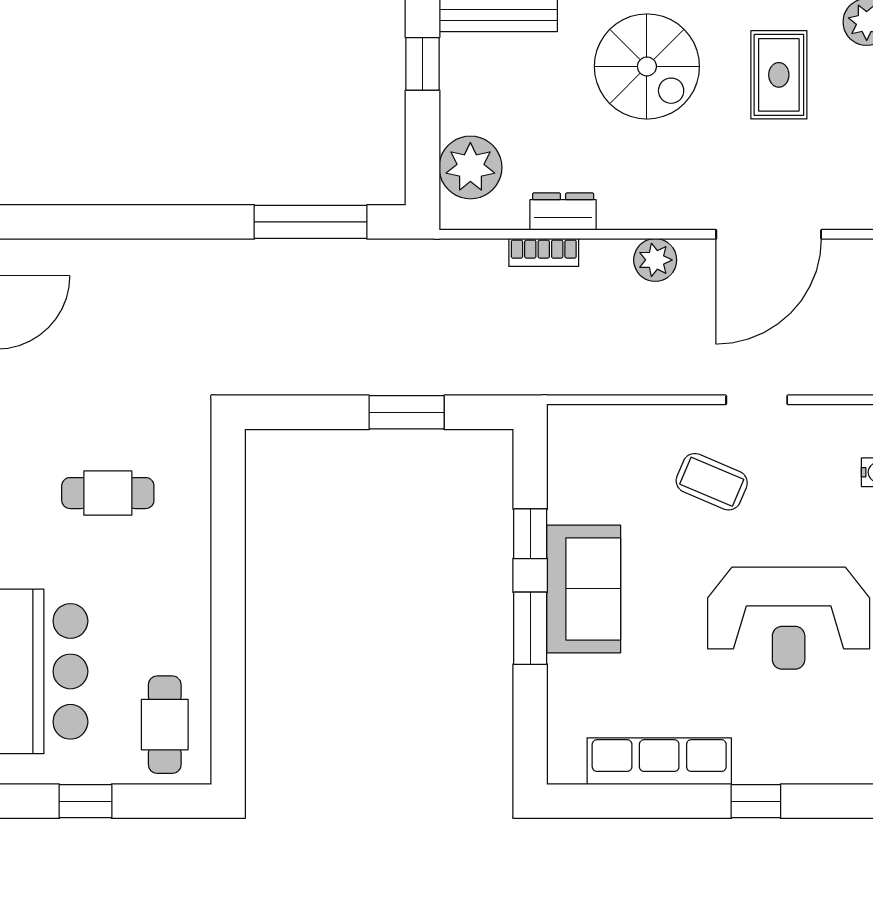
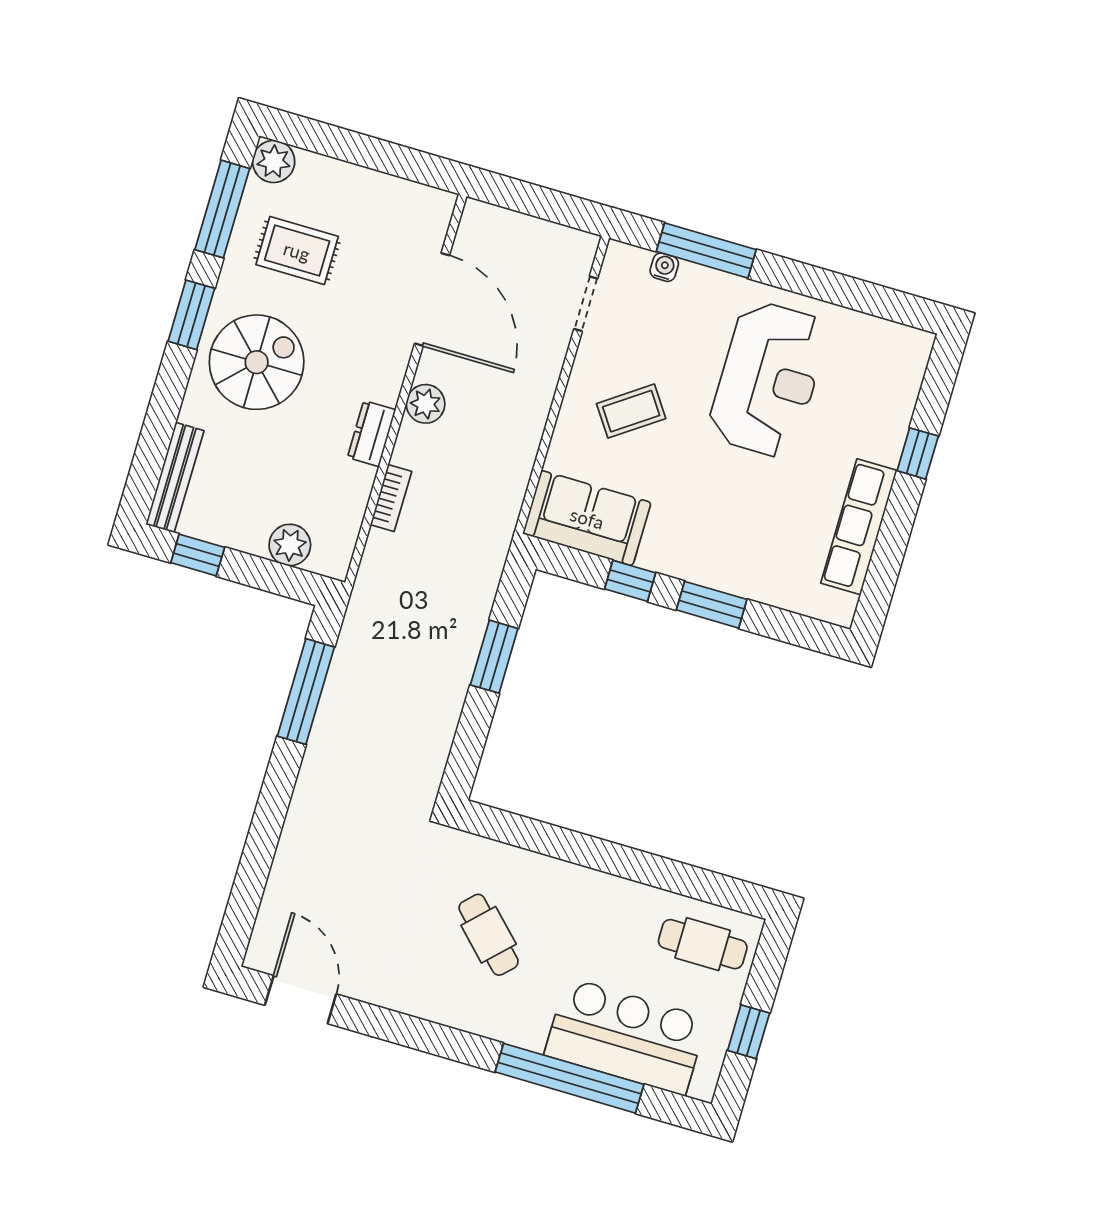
plant: (470, 167) -> (290, 545), width x0.73, depth x0.73
dresser: (563, 212) -> (372, 434), moved
doorway: (757, 400) -> (586, 304), moved
coffee table: (712, 482) -> (631, 411), turned 32
cafe table: (108, 493) -> (489, 935), turned -45
sofa: (584, 589) -> (587, 518), moved

